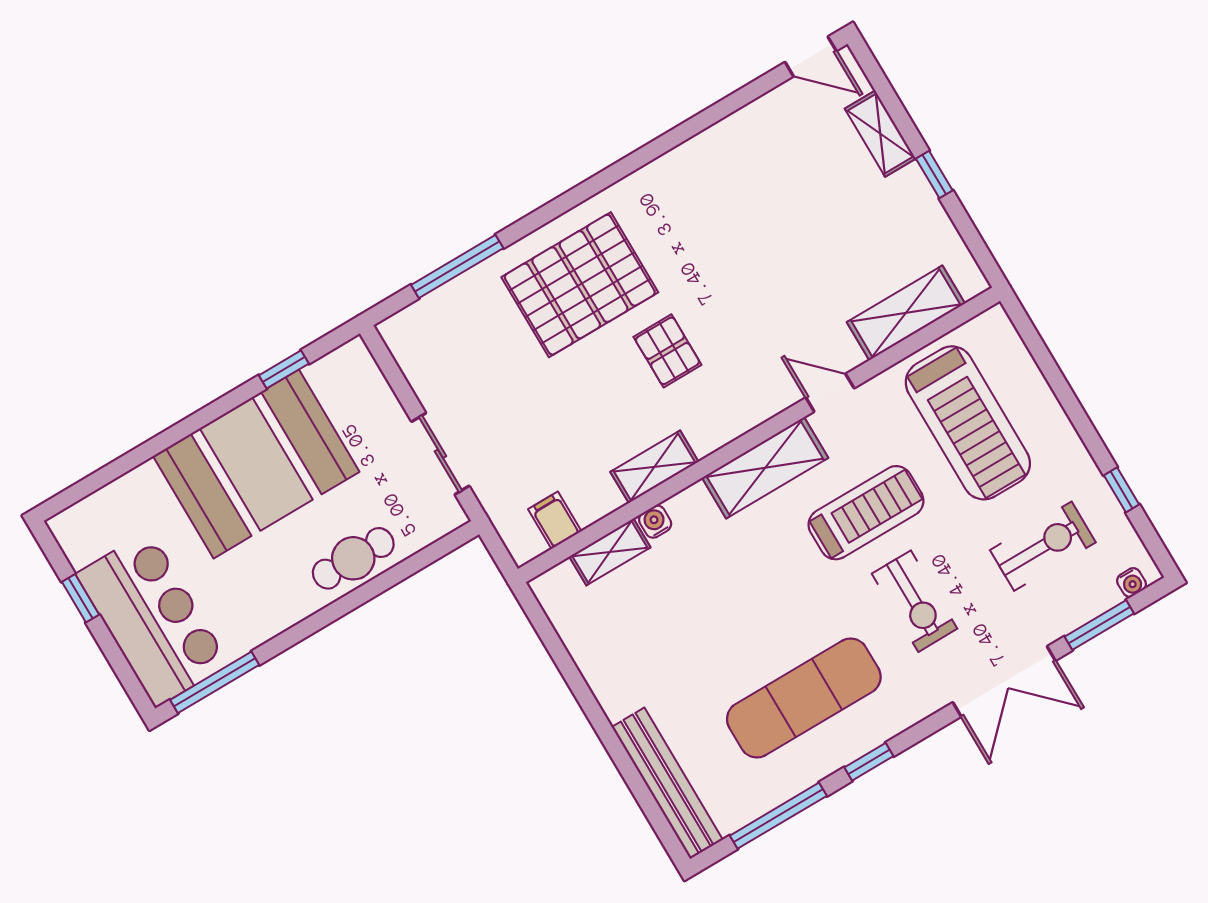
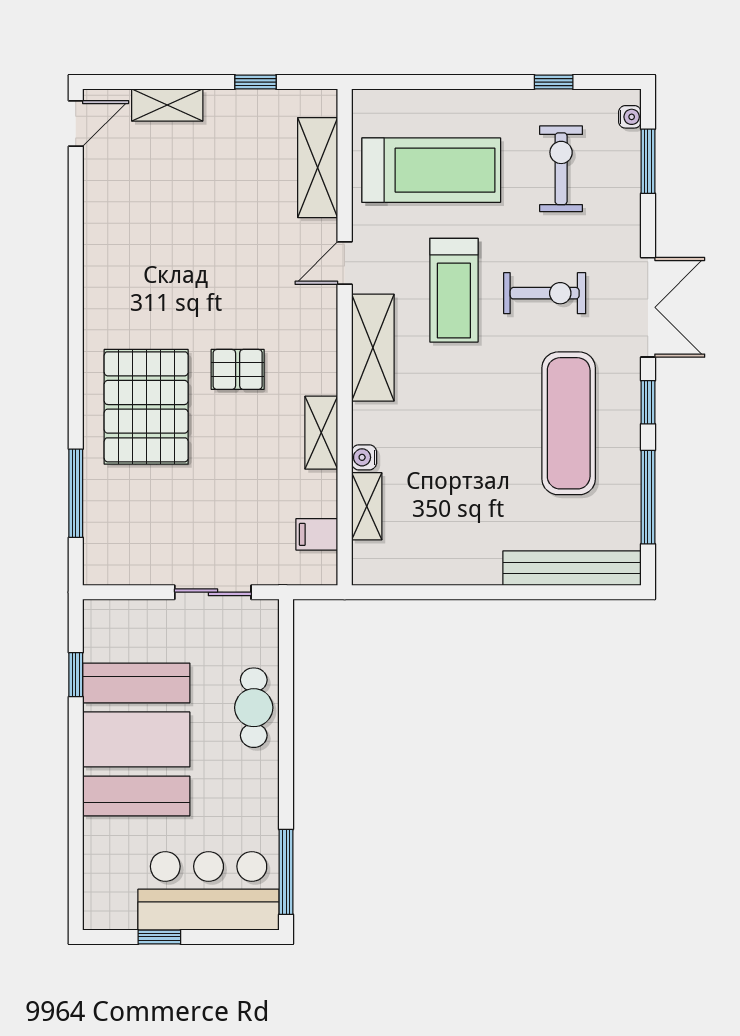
window: (934, 175) -> (255, 82), moved
treadmill: (866, 513) -> (454, 290), turned 180
double door: (1004, 682) -> (648, 307), moved

